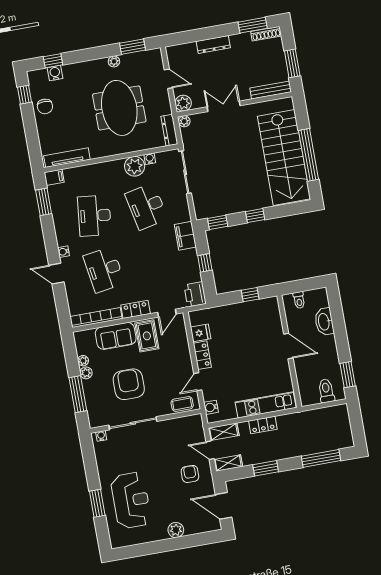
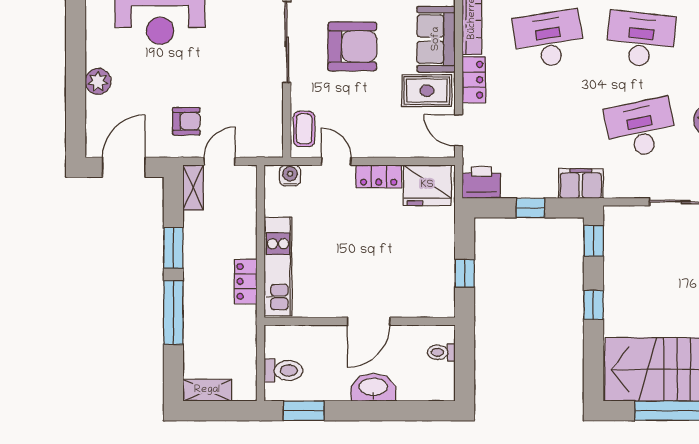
washbasin: (324, 322) -> (373, 388), moved
fridge: (201, 333) -> (427, 185), width x1.88, depth x1.34
locker: (263, 425) -> (246, 281), moved
shelving: (224, 432) -> (207, 390), moved, turned 90
window: (321, 458) -> (173, 312), moved

